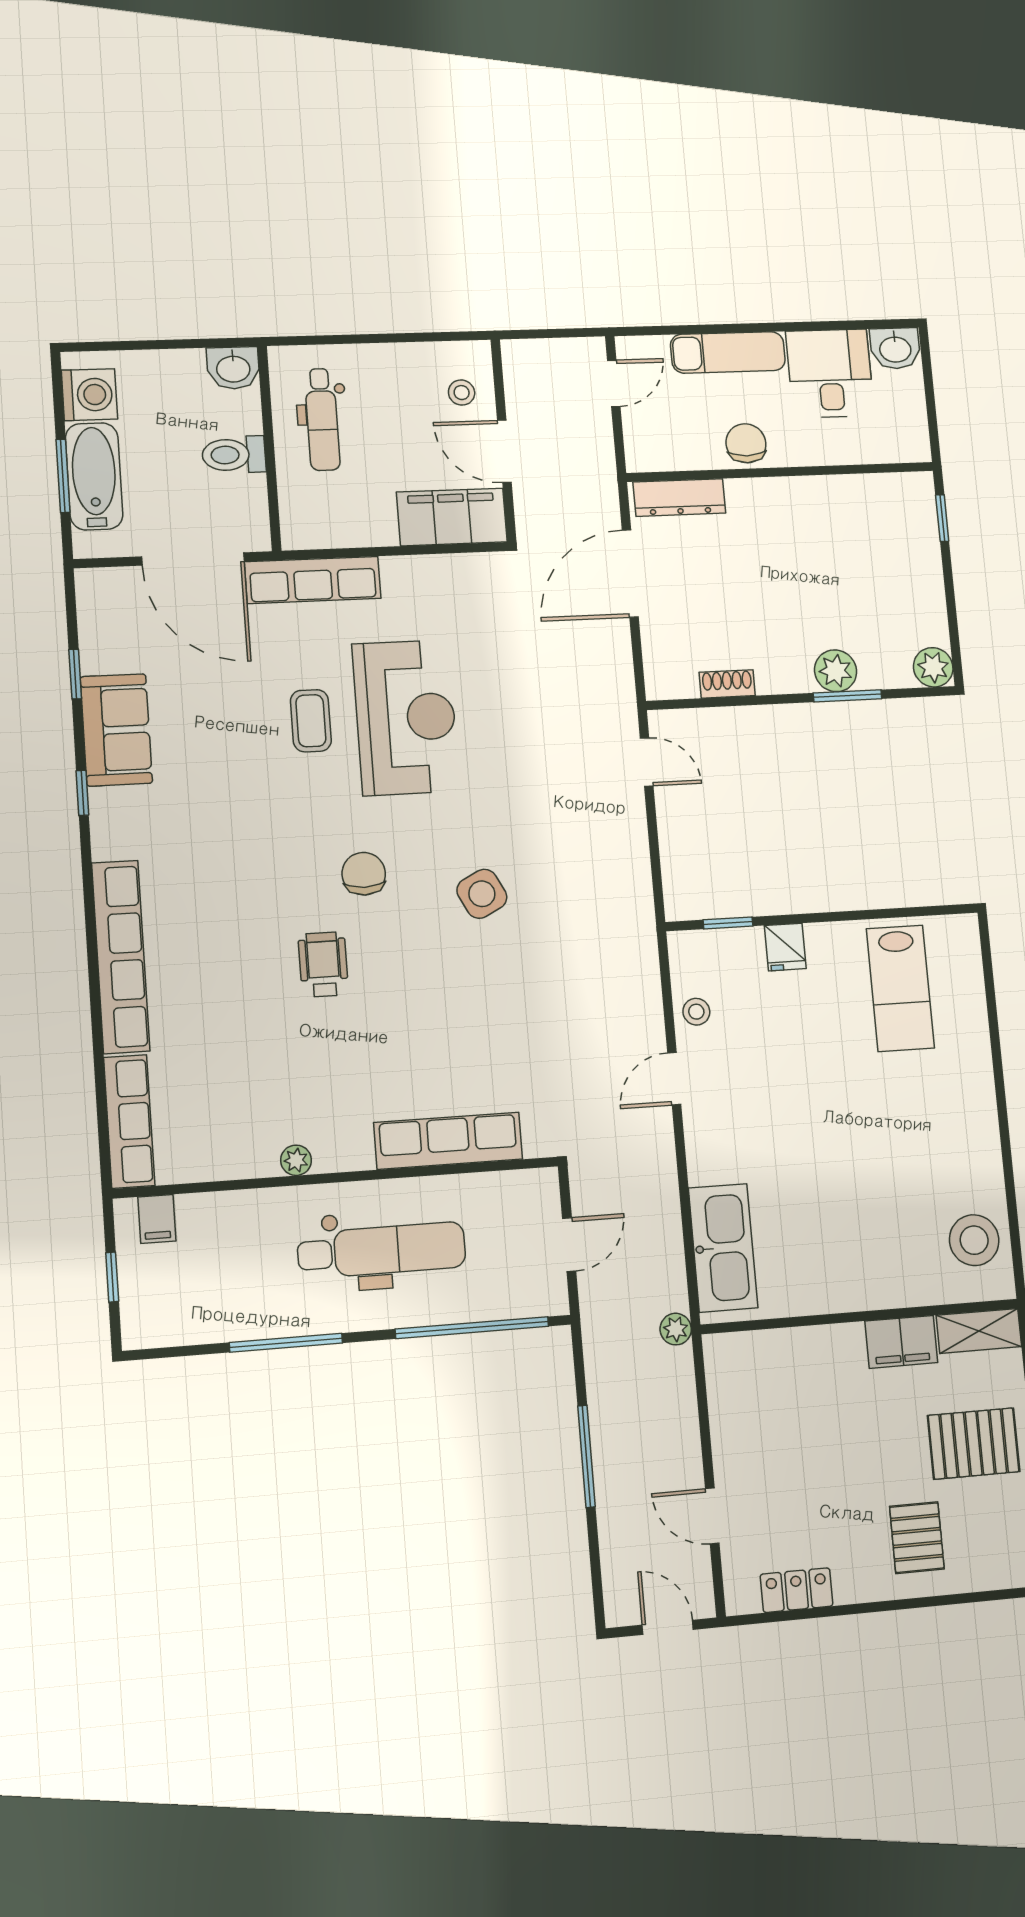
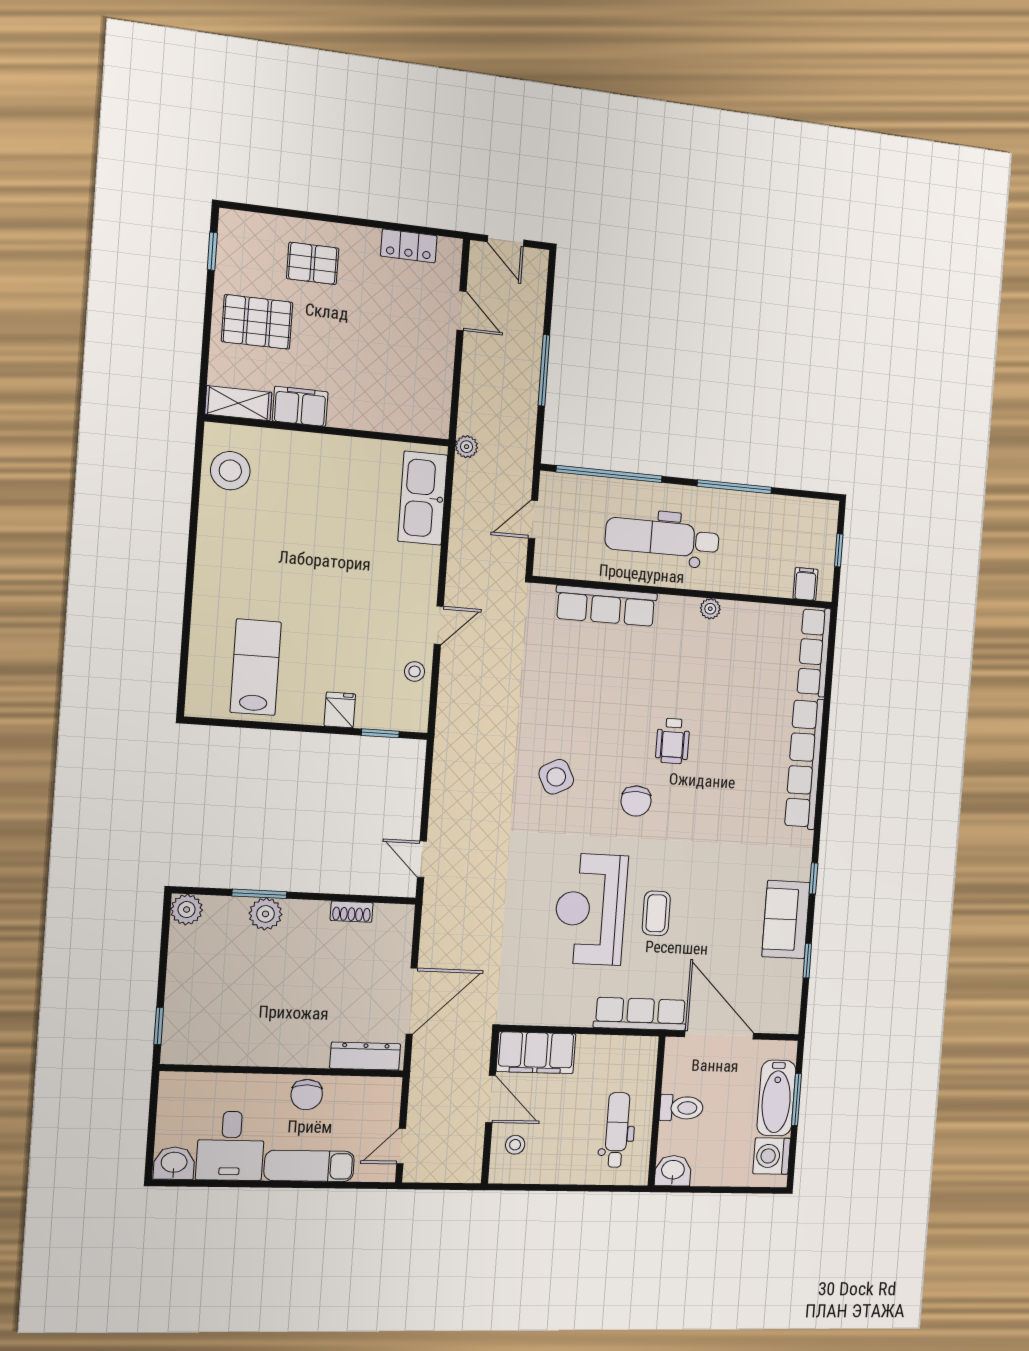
pallet: (917, 1538) -> (313, 263), turned 90

